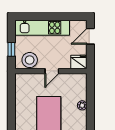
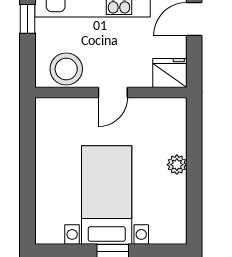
window: (11, 49) -> (28, 19), moved

